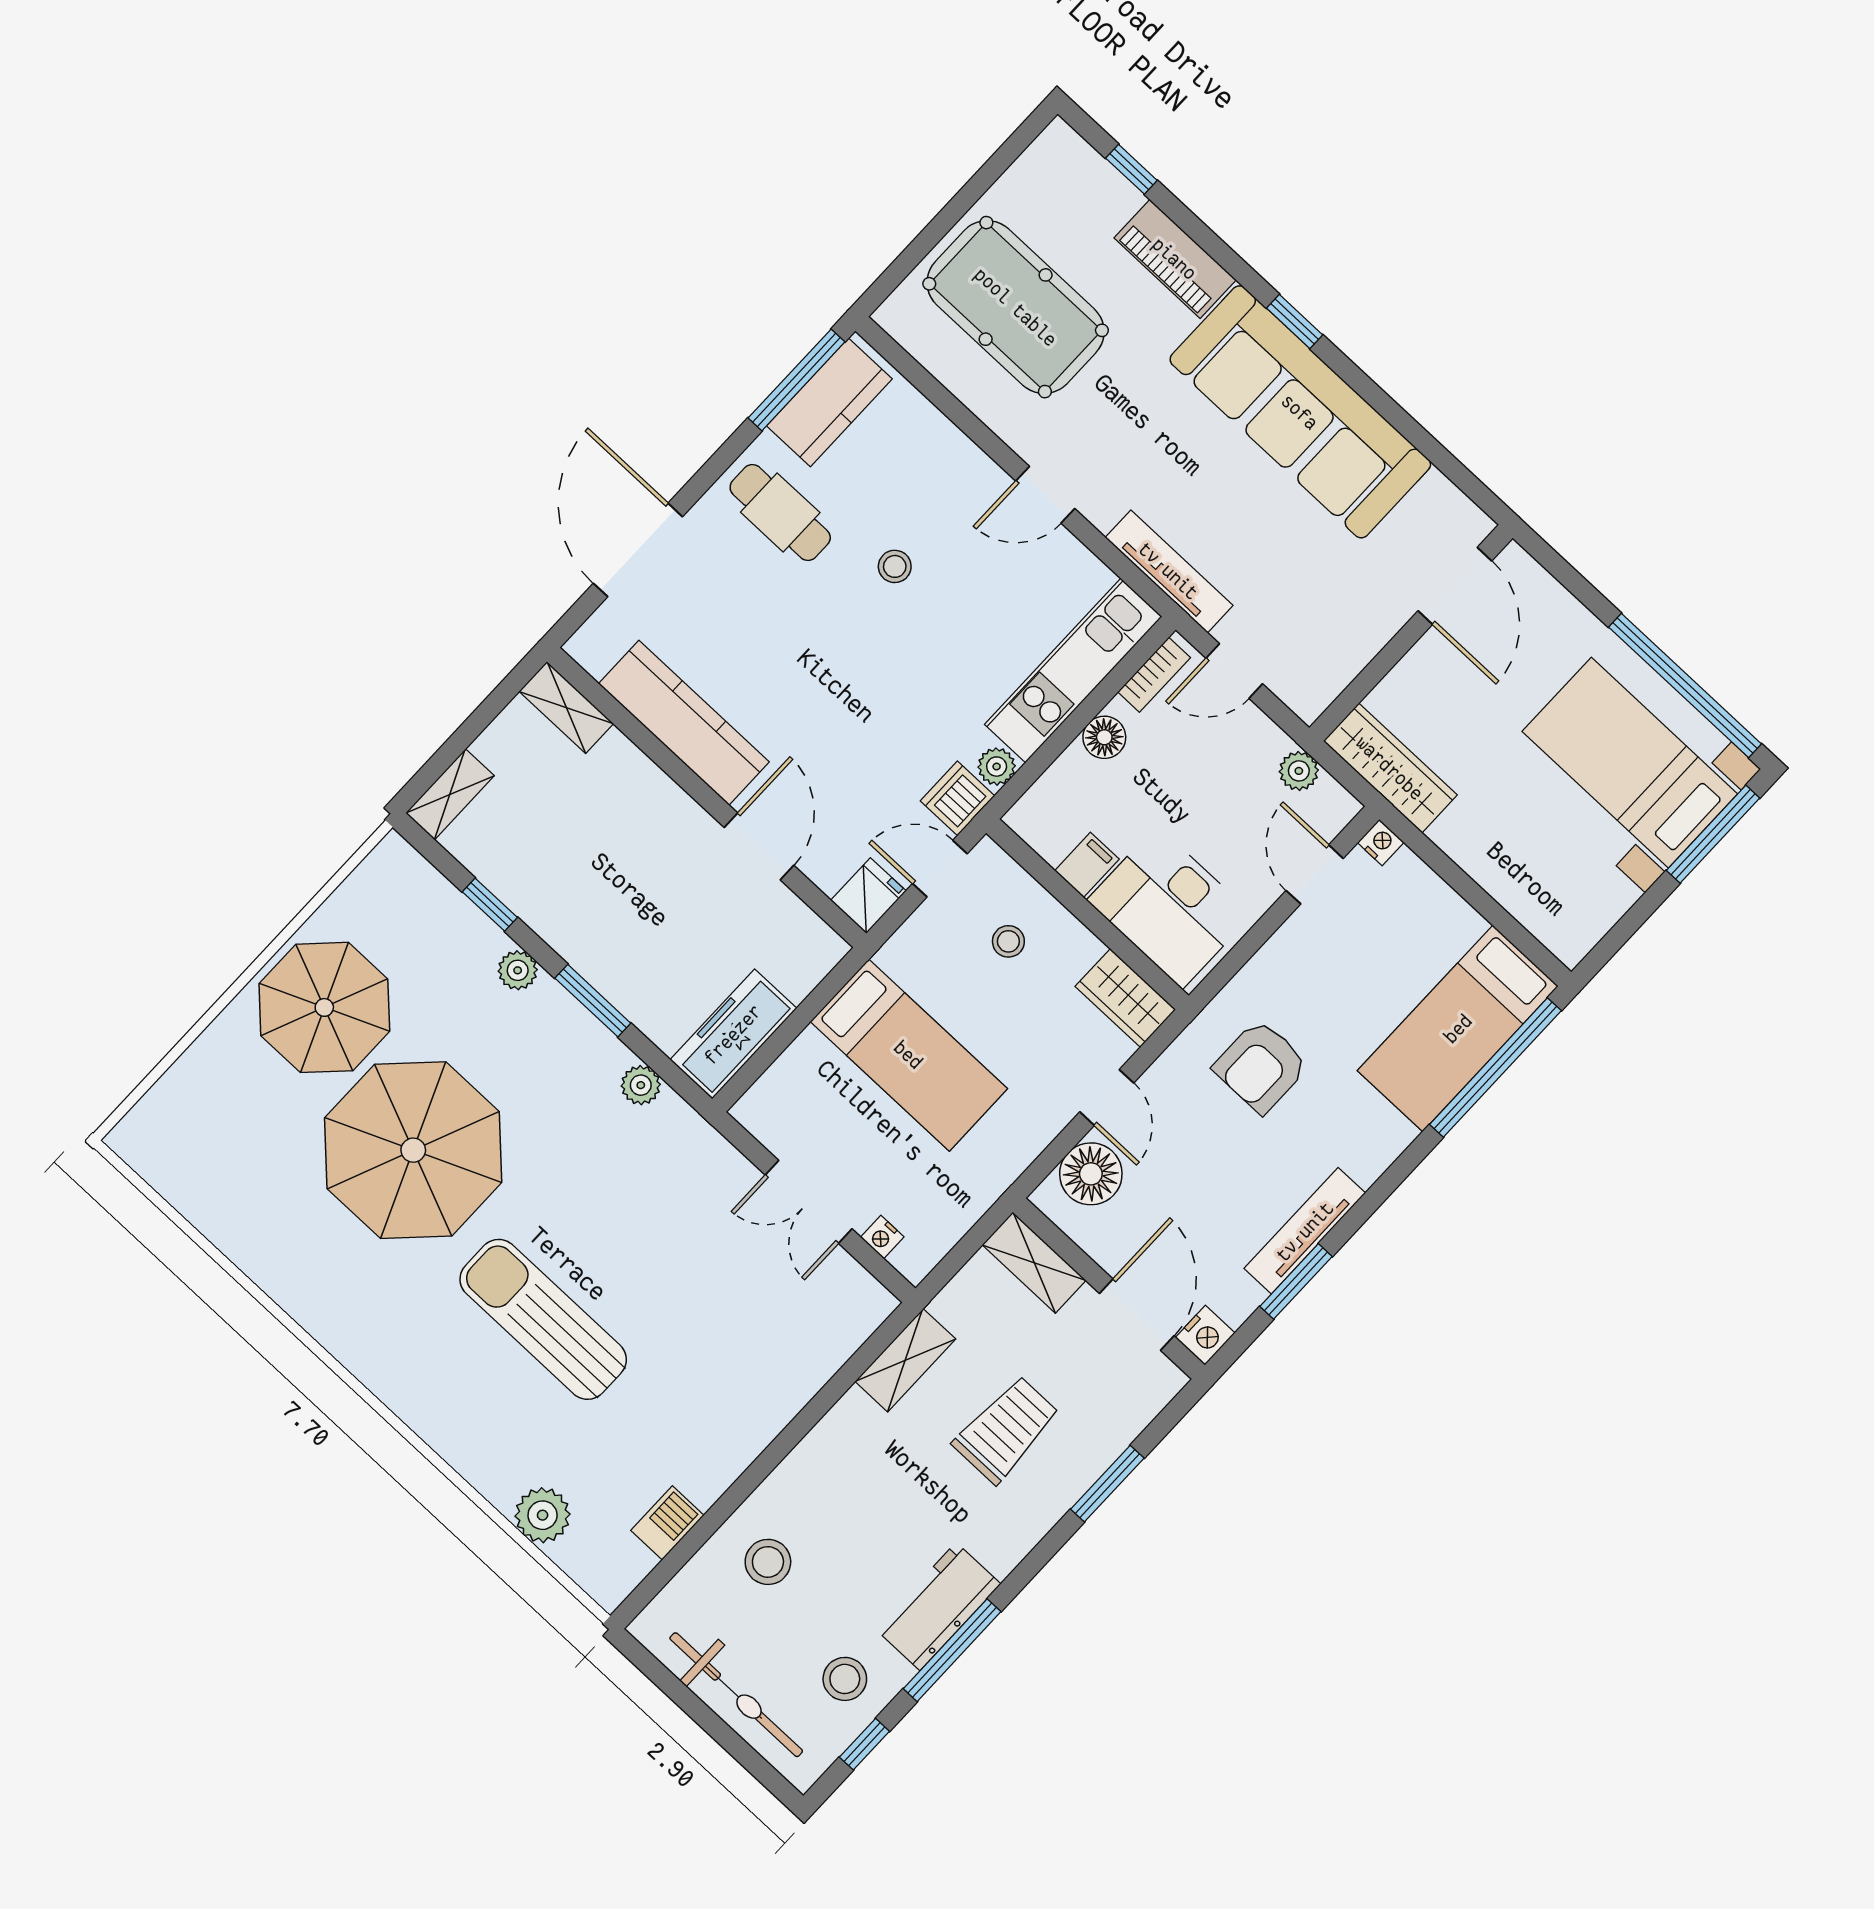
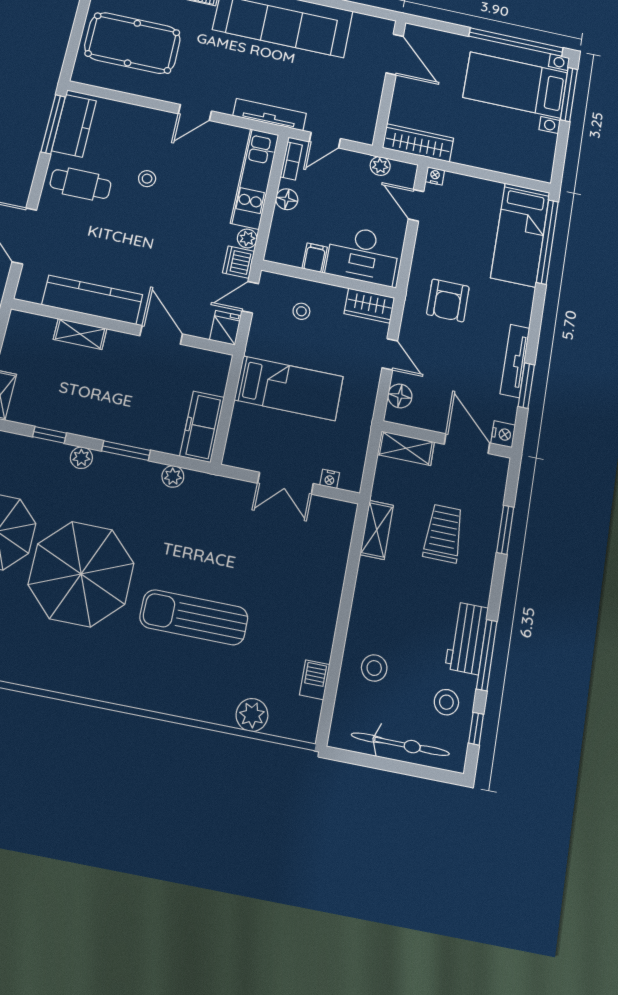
shelving: (566, 708) -> (80, 334), moved
floor lamp: (1091, 1174) -> (400, 396), width x0.73, depth x0.73

